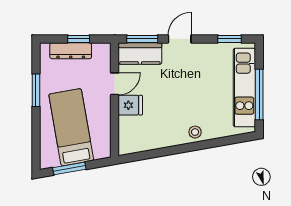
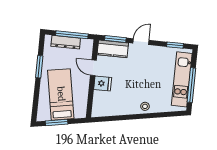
window: (79, 39) -> (72, 35), width x2.17
door: (115, 84) -> (93, 68), swing flipped

